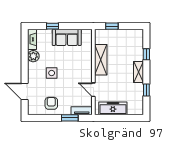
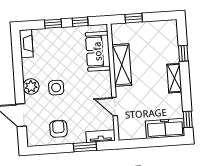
window: (72, 26) -> (80, 22), added
sofa: (67, 37) -> (98, 51), moved, turned 90
plant: (33, 56) -> (31, 86), moved
window: (146, 90) -> (188, 119), moved
freezer: (113, 108) -> (165, 128), moved

